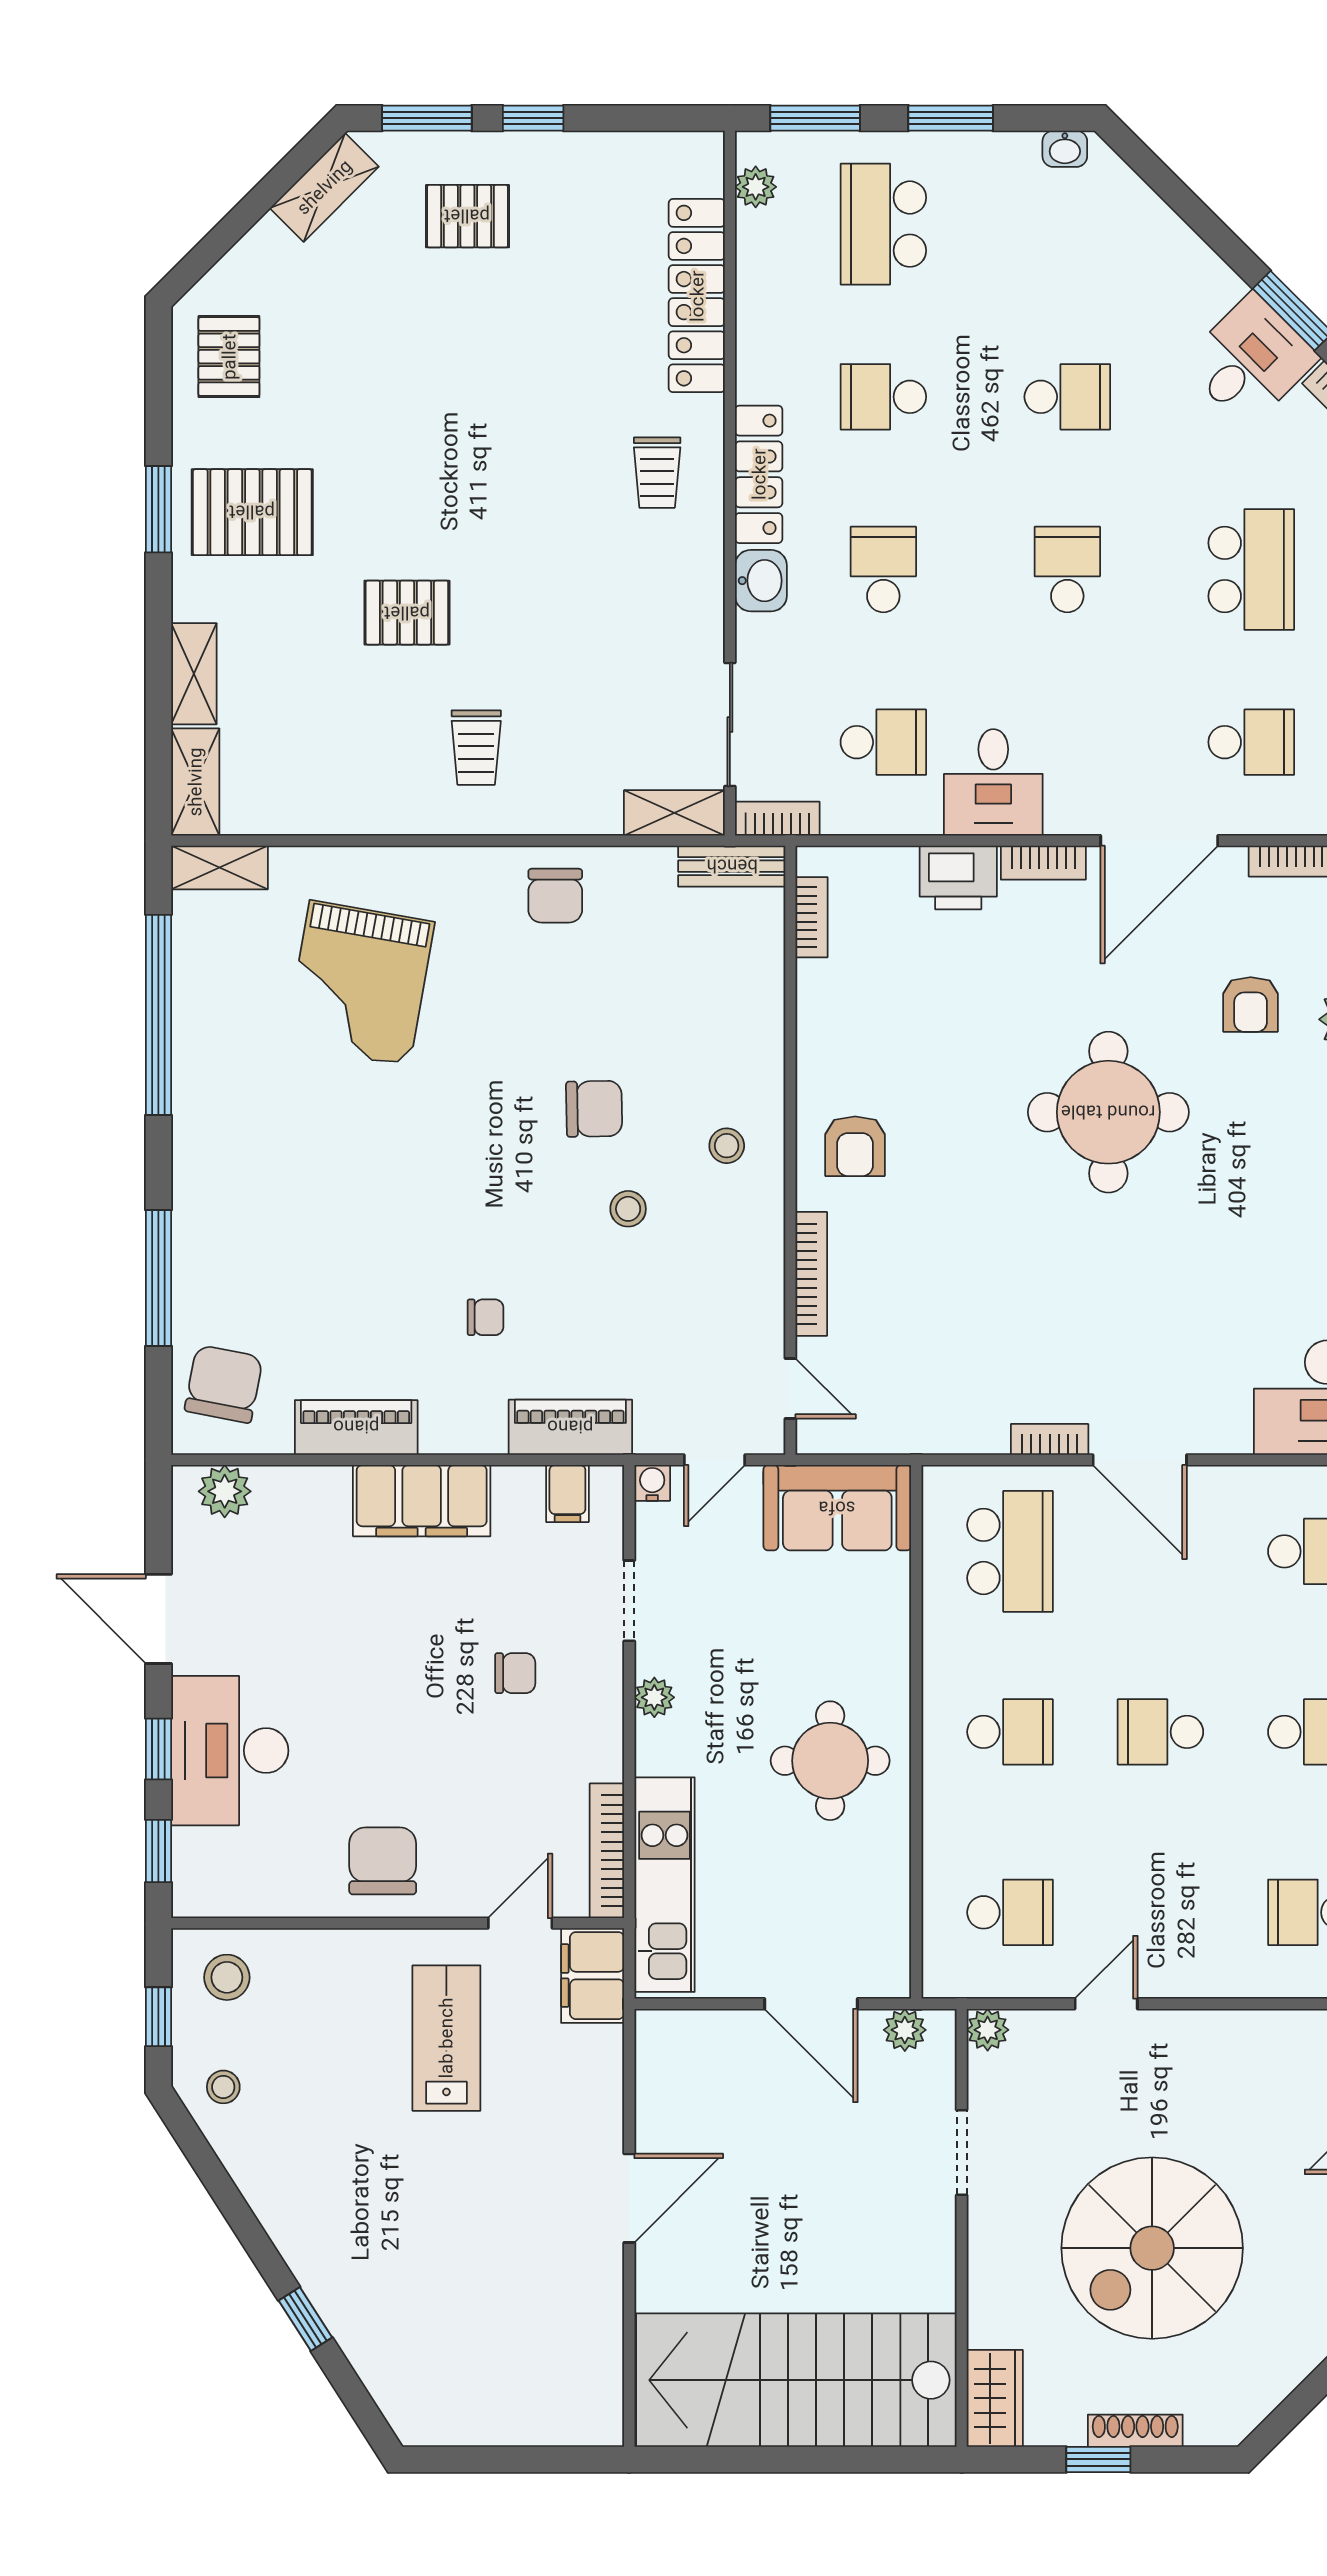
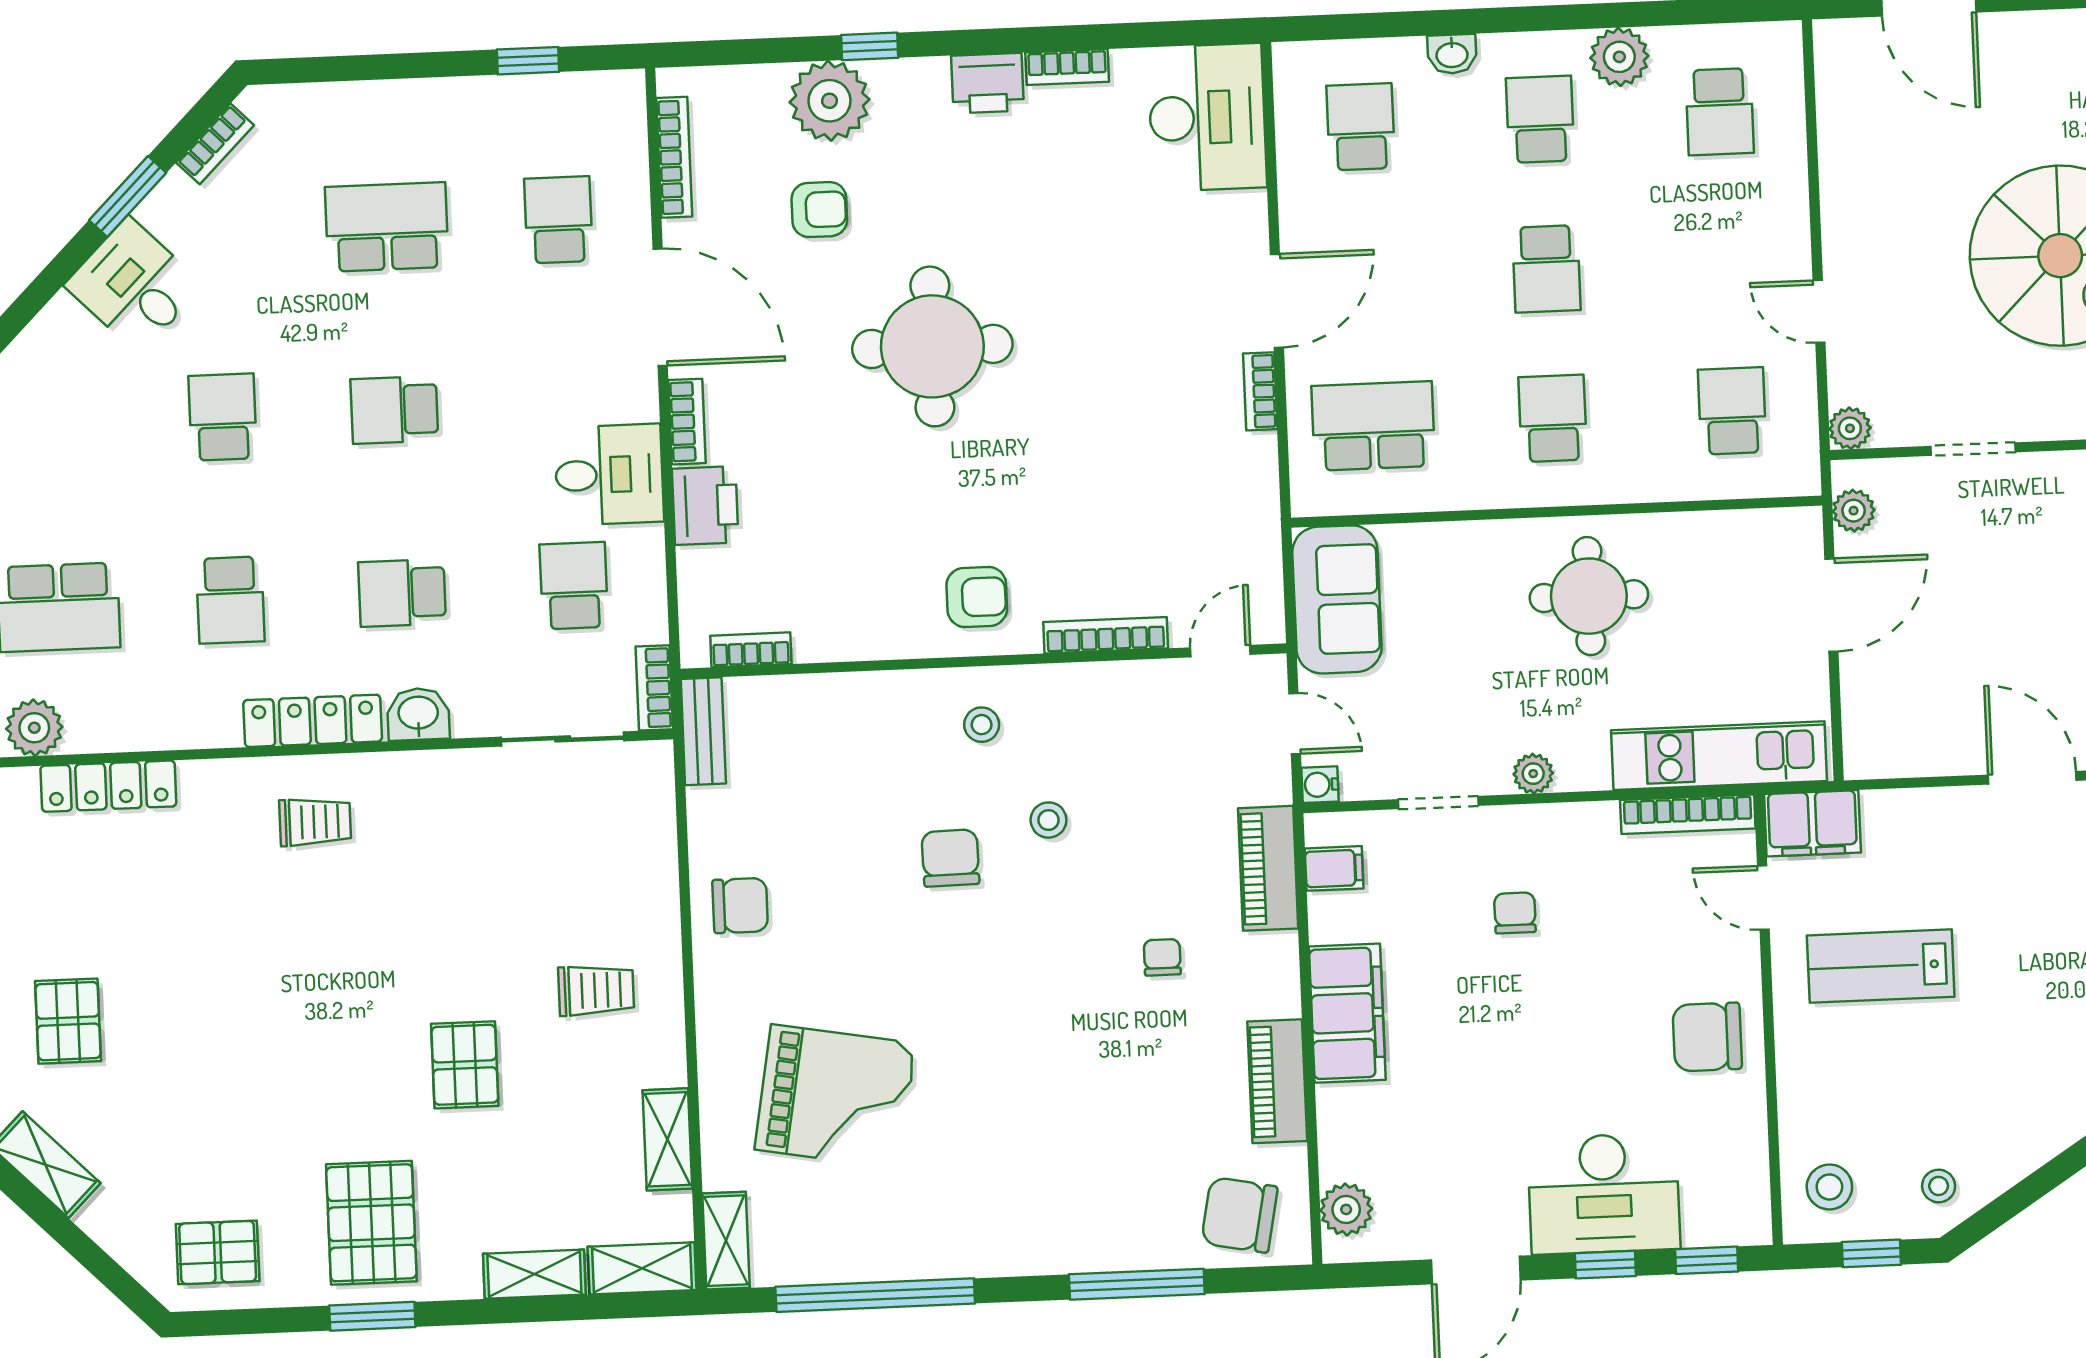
plant: (756, 187) -> (34, 728), width x1.38, depth x1.38
locker: (697, 296) -> (108, 786), width x0.71, depth x0.83
desk: (1250, 360) -> (134, 285), moved
shelving: (674, 813) -> (667, 1139), moved

